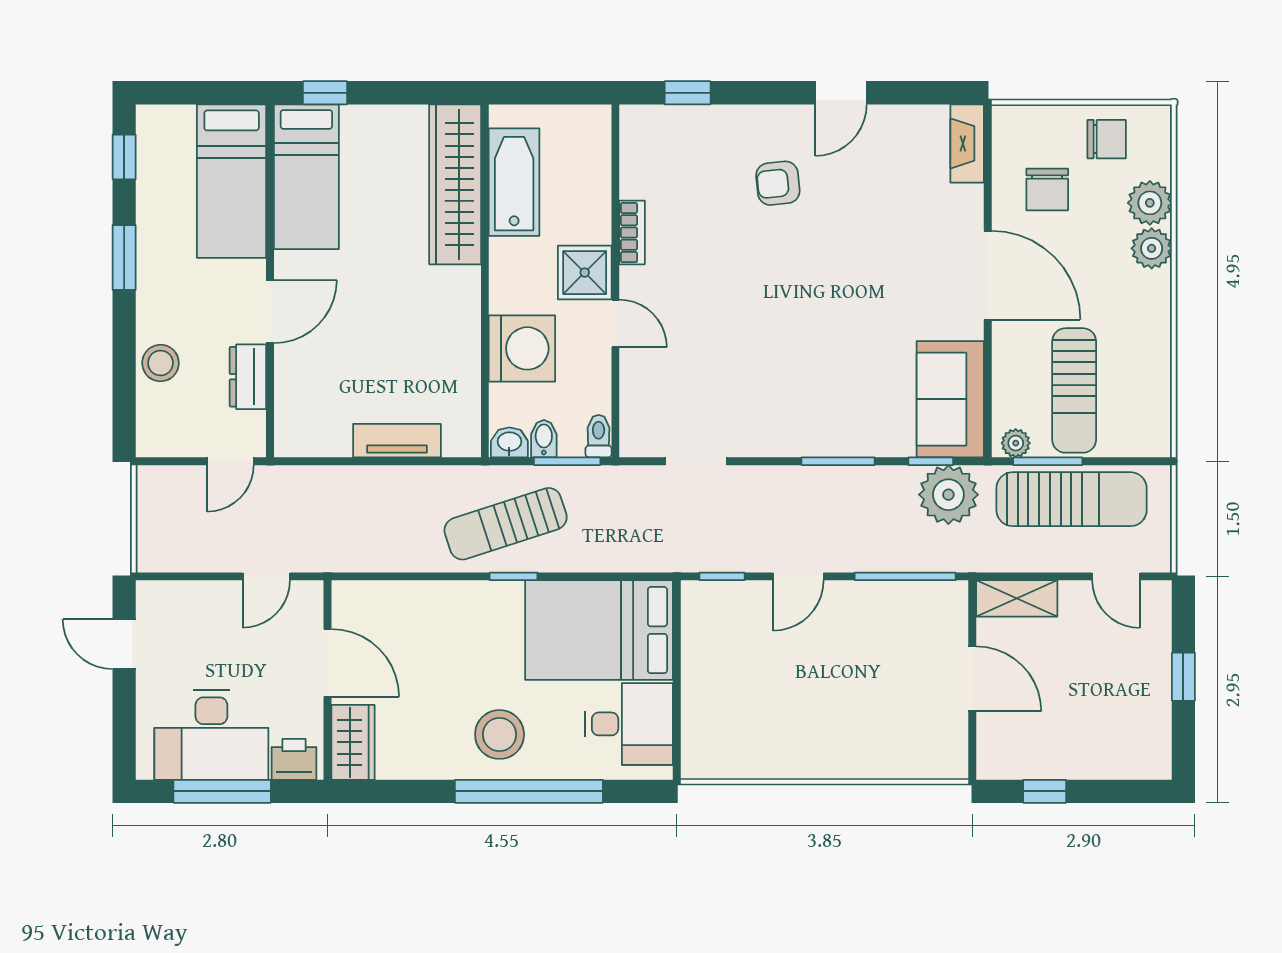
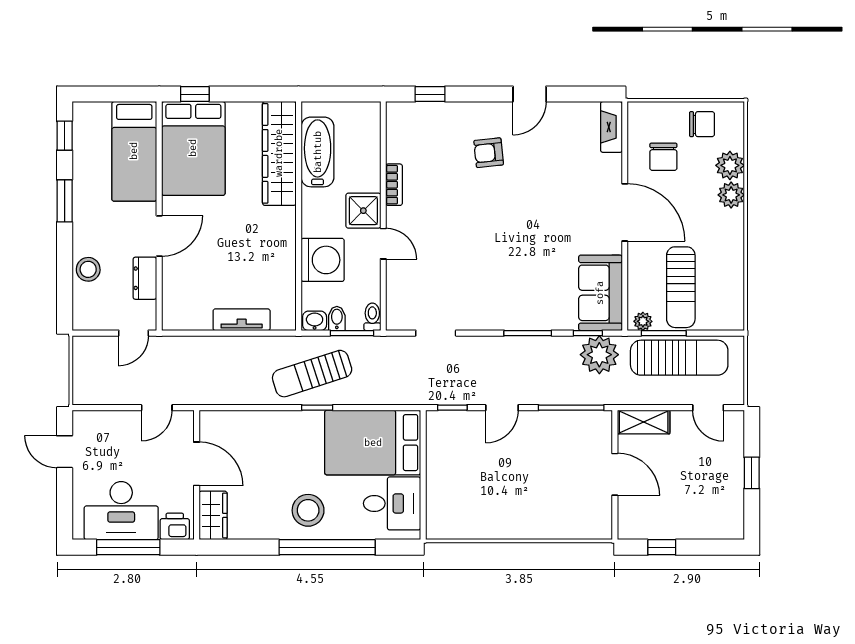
bed: (306, 177) -> (193, 148), width x1.50

